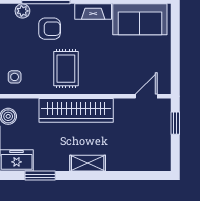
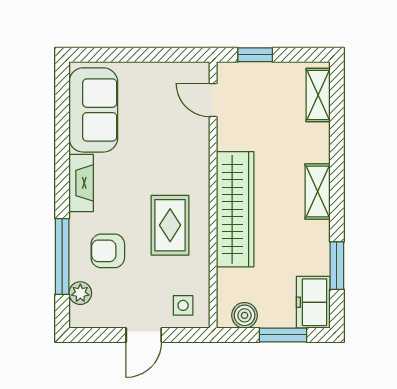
armchair: (50, 29) -> (108, 251), turned -90
rug: (66, 69) -> (170, 225), turned 90
shelving: (150, 163) -> (318, 95), added

